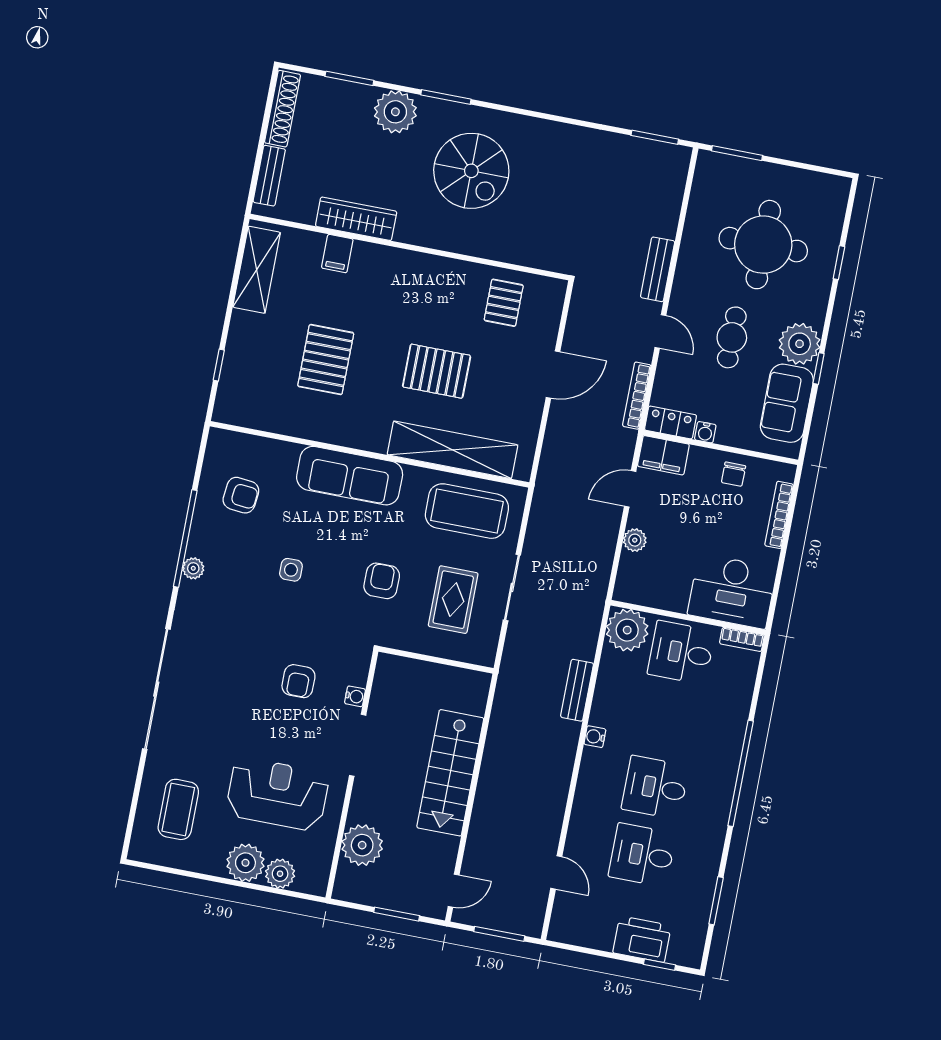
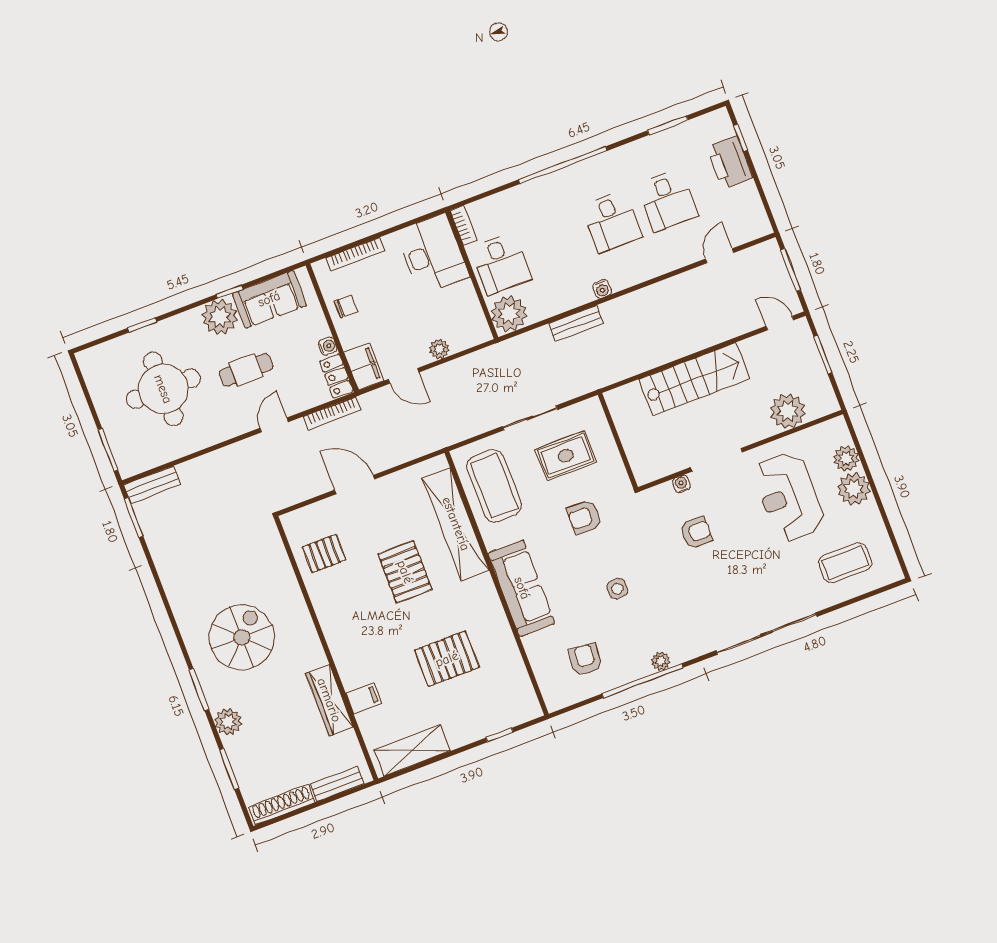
plant: (395, 112) -> (228, 722), width x0.73, depth x0.73
bench: (658, 269) -> (152, 485), moved

